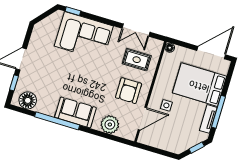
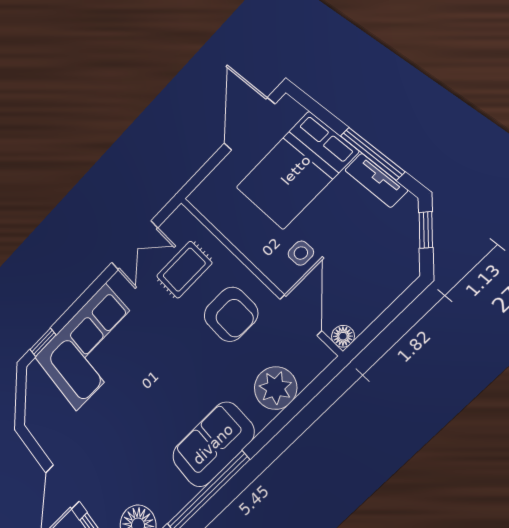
floor lamp: (170, 48) -> (343, 336), moved

